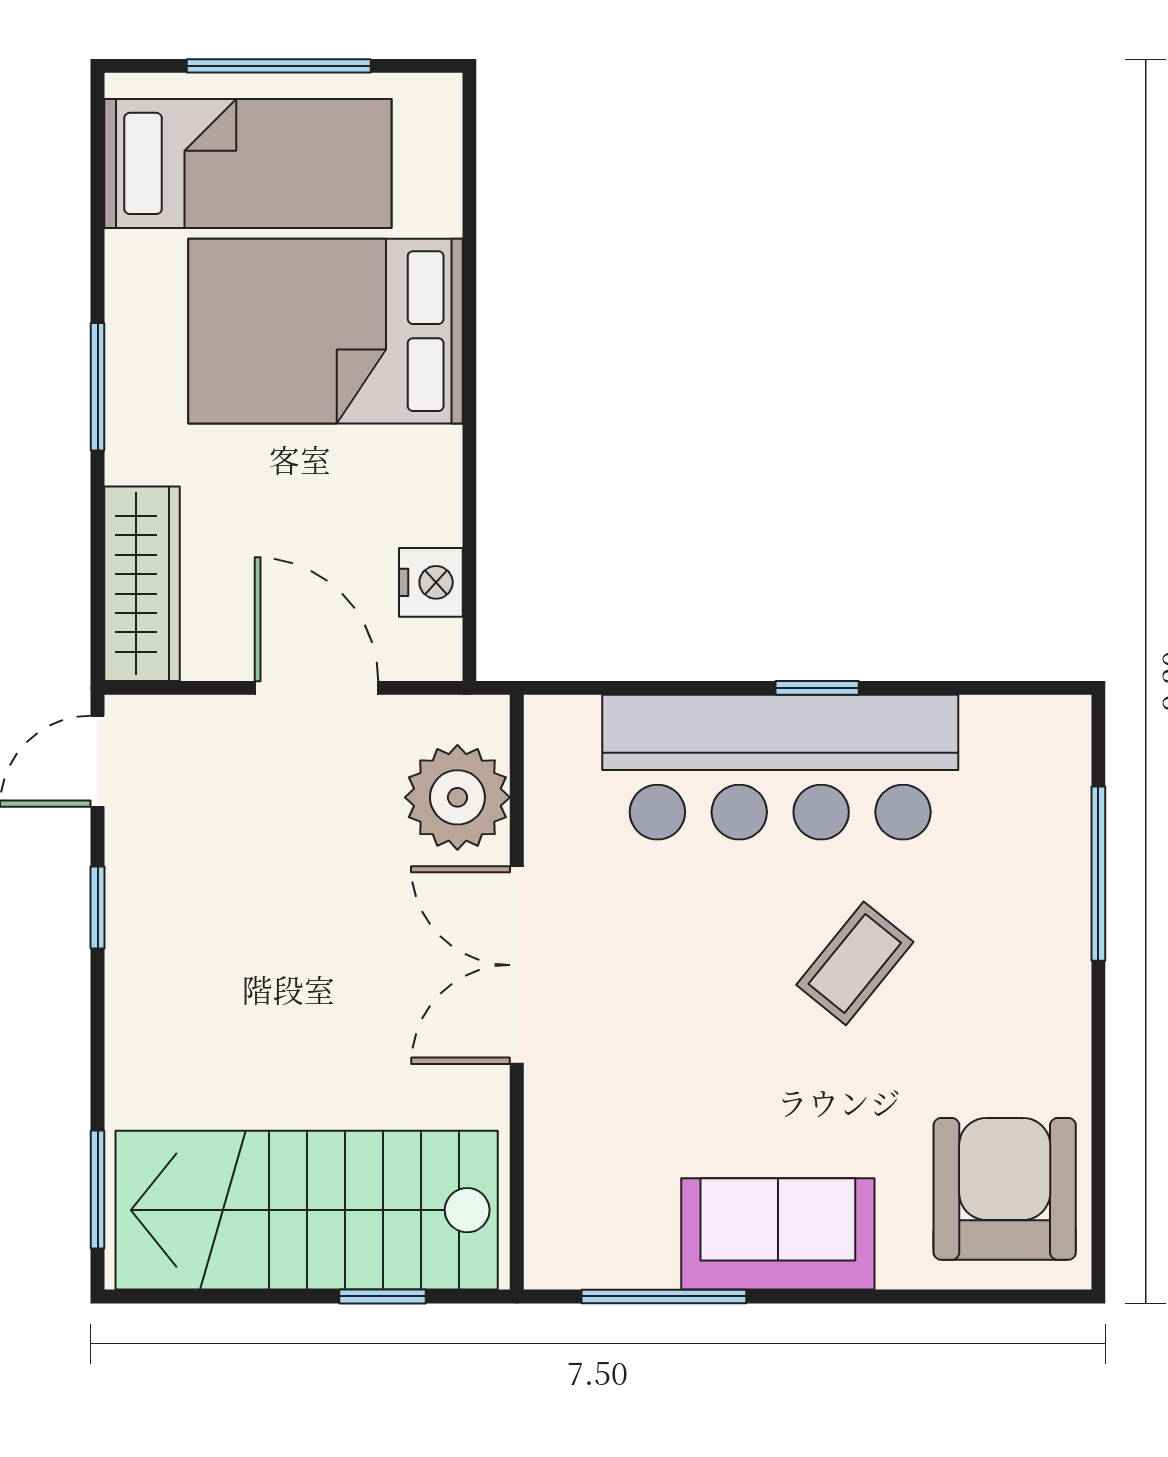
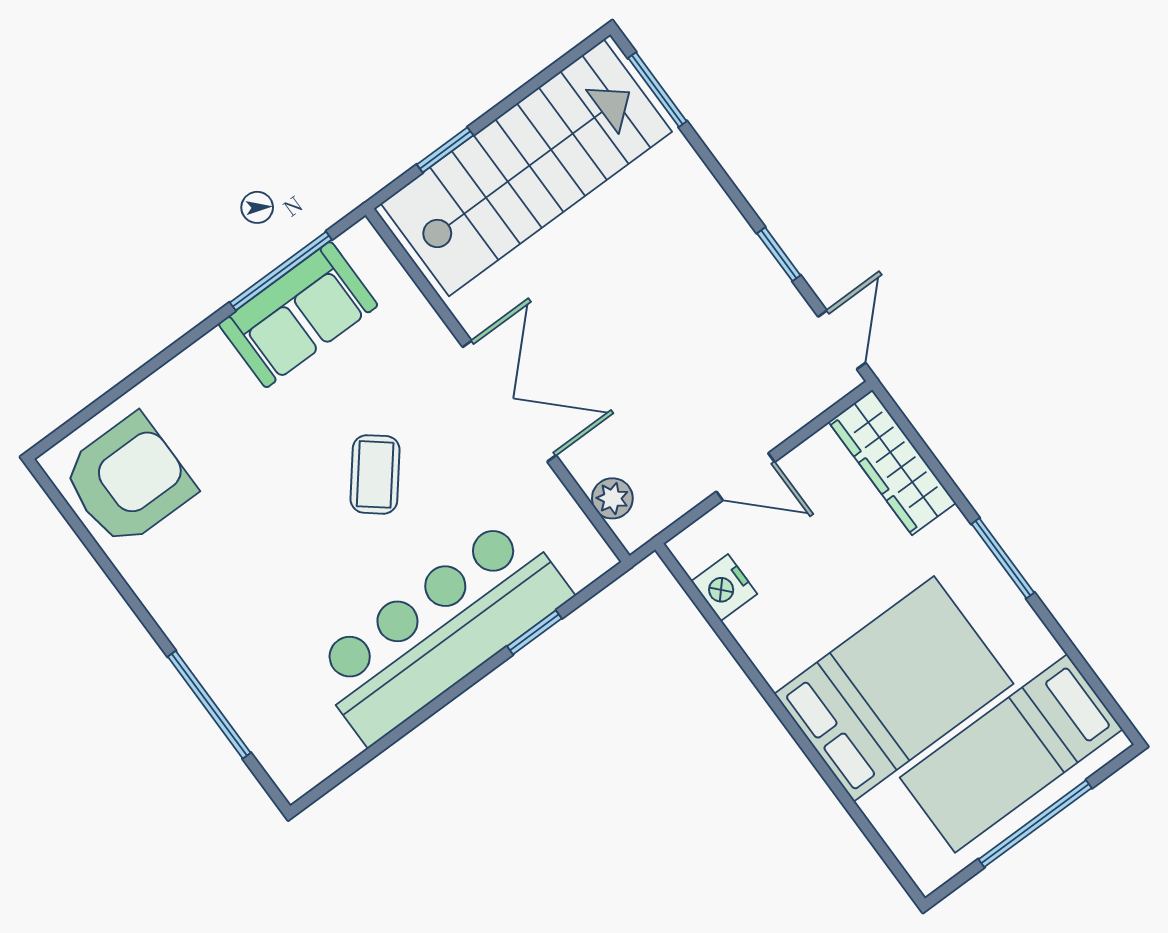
door: (316, 688) -> (745, 477), width x0.73
window: (817, 688) -> (534, 632), moved
plant: (457, 797) -> (612, 498), width x0.53, depth x0.53
coffee table: (855, 963) -> (375, 474), moved
armchair: (1005, 1189) -> (128, 480), turned -90
sofa: (778, 1234) -> (298, 315), moved

